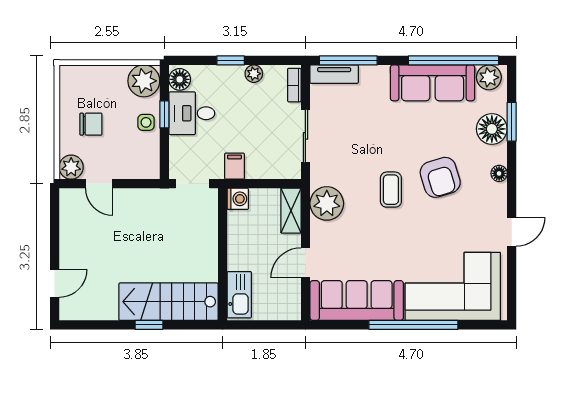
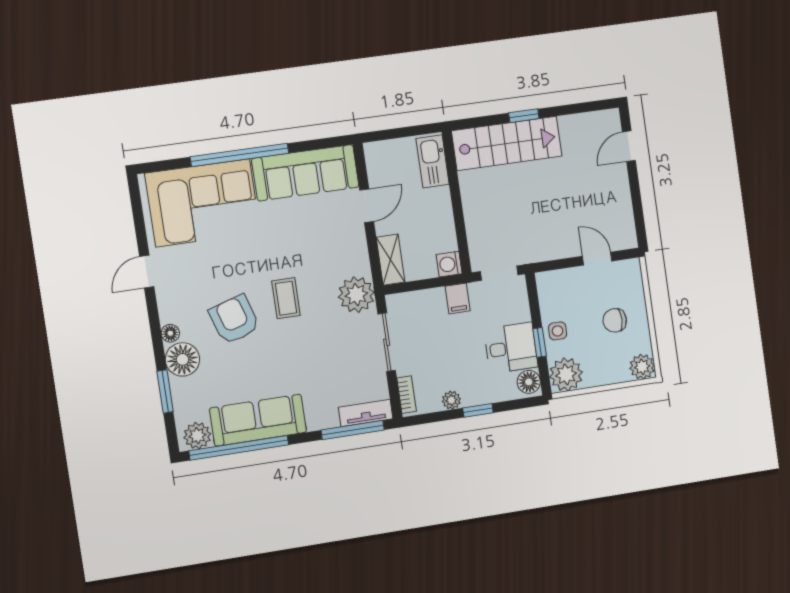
floor lamp: (492, 129) -> (182, 359), moved
plant: (71, 167) -> (642, 367), moved
plant: (327, 203) -> (356, 295), moved

